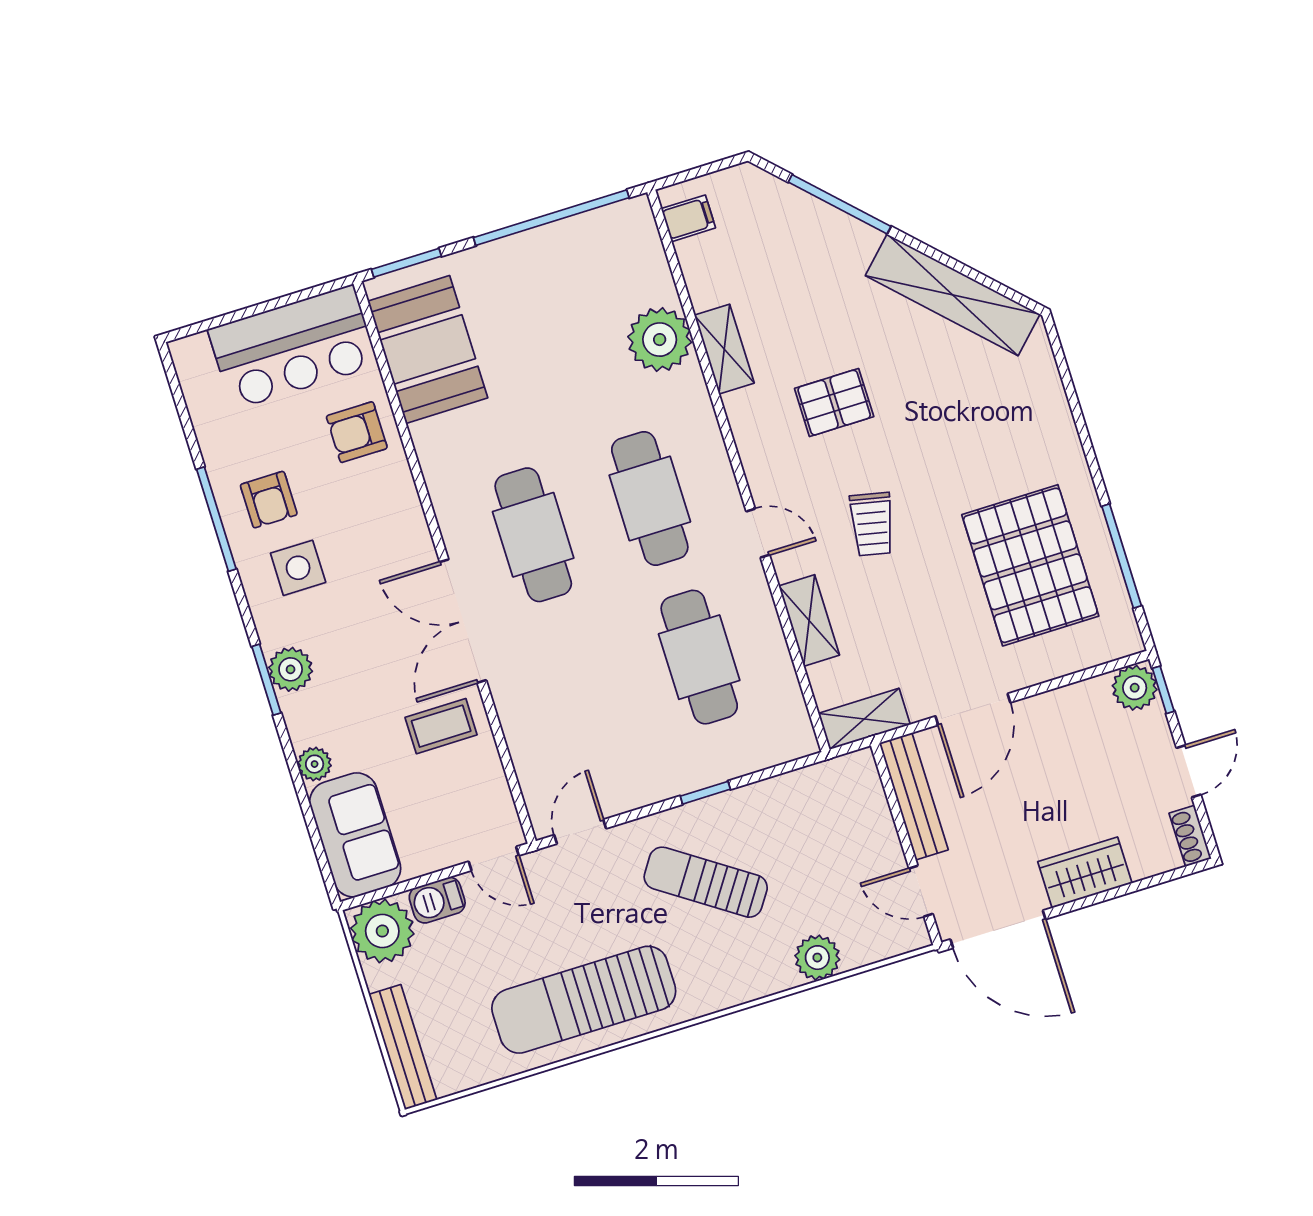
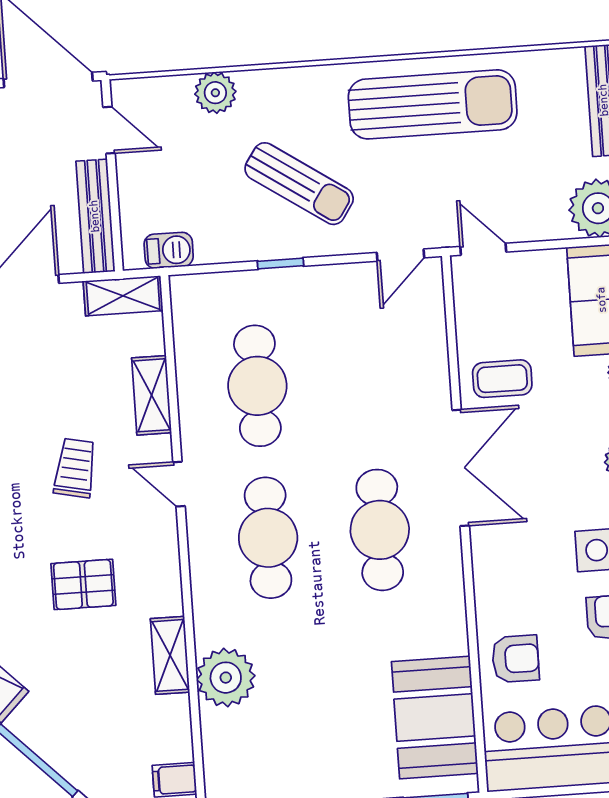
barbecue: (437, 900) -> (169, 250), moved

